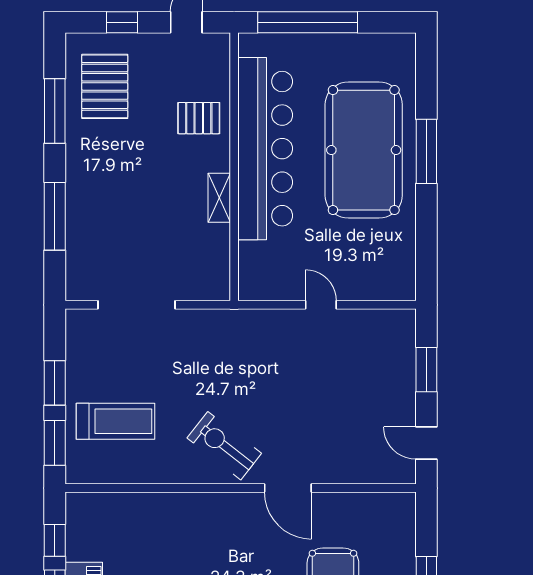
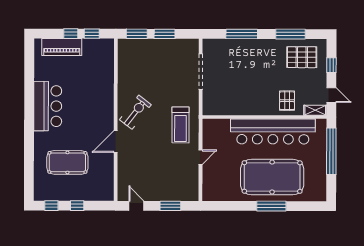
shelving: (219, 198) -> (315, 110), moved
treadmill: (116, 421) -> (180, 125), moved
door: (426, 443) -> (136, 206), hinge flipped

